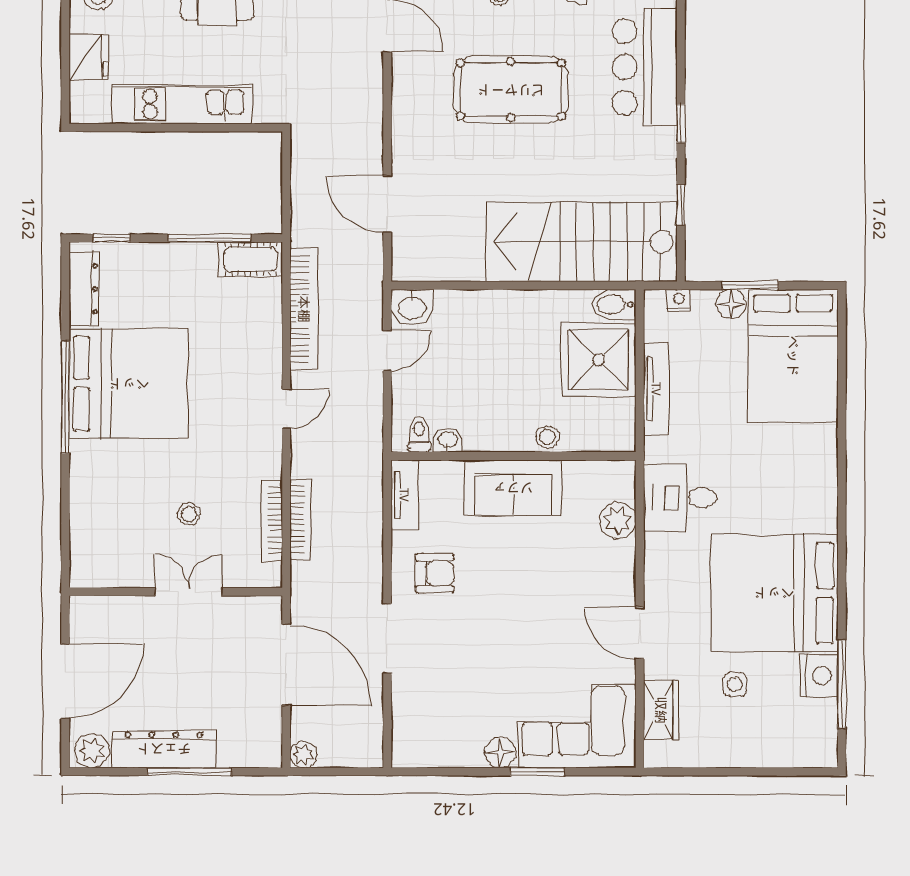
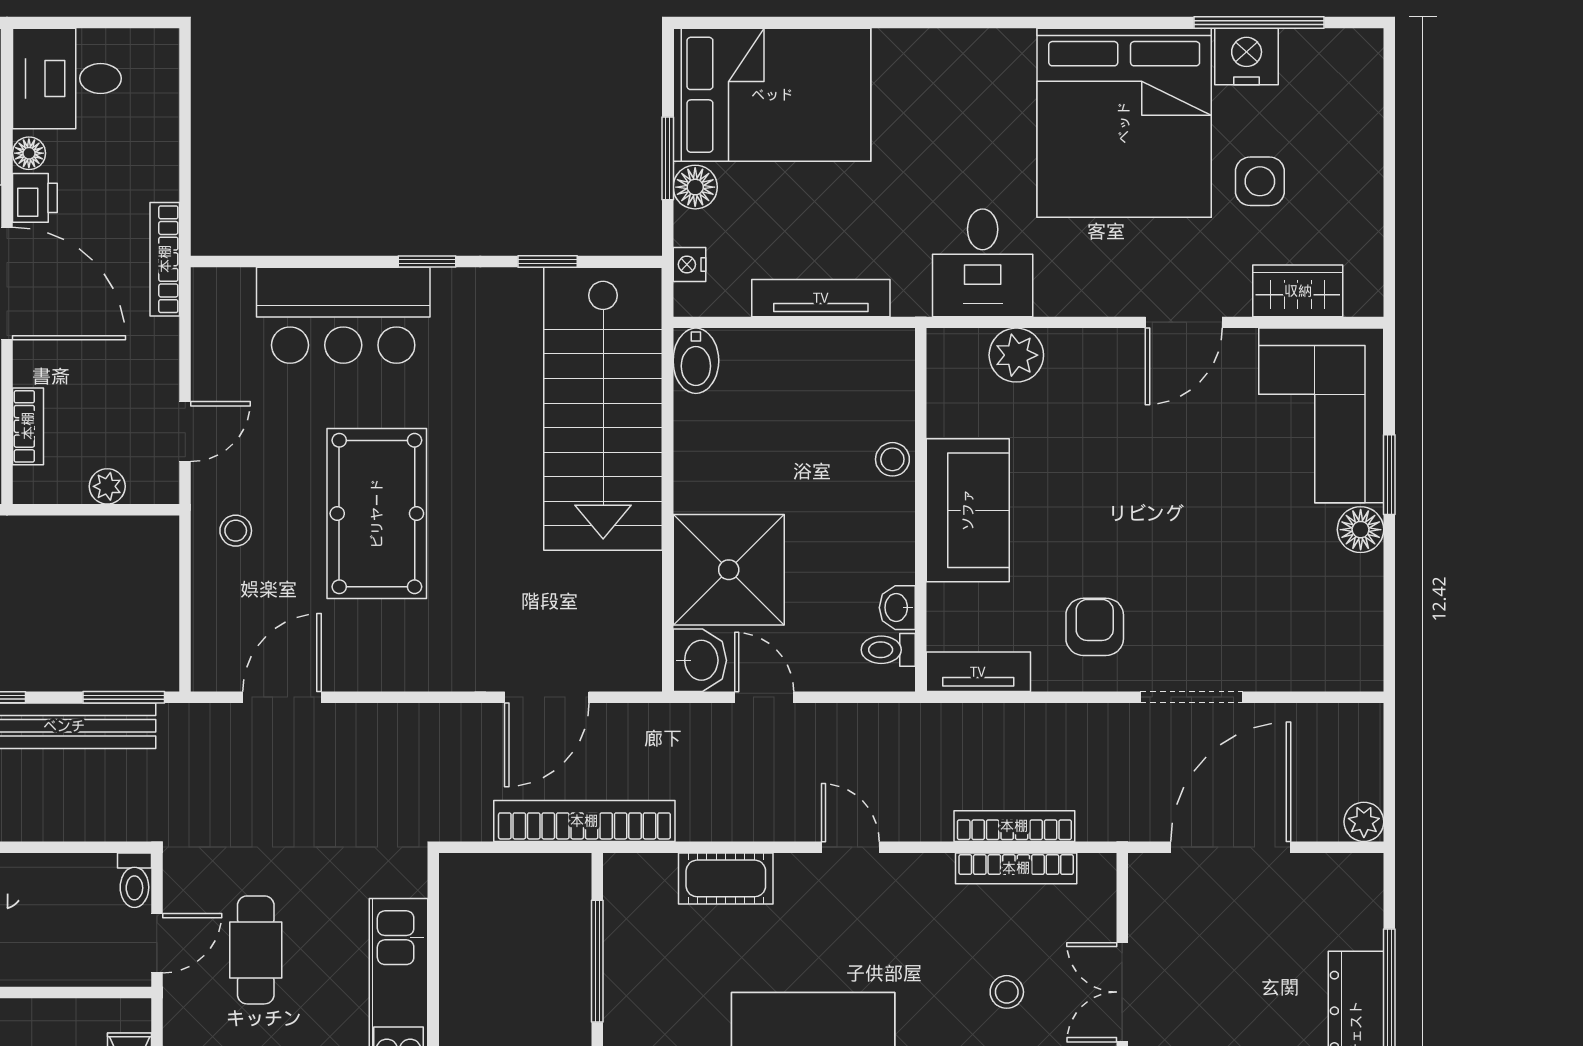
cot: (251, 259) -> (726, 878), moved, turned 90
bookcase: (304, 309) -> (584, 821), moved
shower: (599, 360) -> (729, 570), moved
side table: (735, 685) -> (1260, 181), width x1.37, depth x1.37

